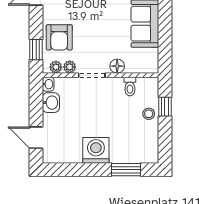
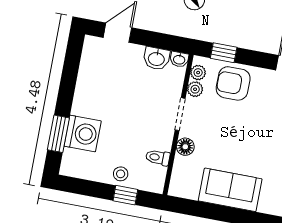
washing machine: (96, 150) -> (83, 133), moved

